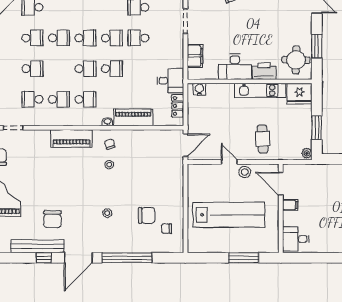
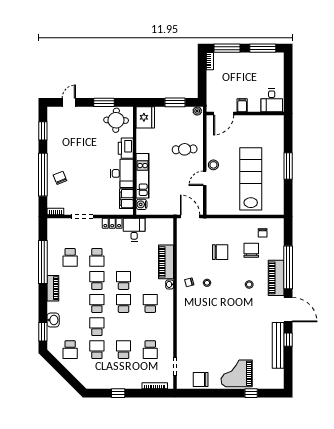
filing cabinet: (195, 56) -> (126, 199), moved, turned -90
kitchen unit: (260, 90) -> (143, 176), moved
school desk: (59, 99) -> (150, 327), removed
locker: (178, 106) -> (112, 223), moved
piano: (71, 138) -> (276, 278), moved, turned 180
door: (281, 184) -> (224, 113), moved
filing cabinet: (290, 205) -> (242, 105), moved
wall: (281, 208) -> (245, 113), moved
chair: (52, 219) -> (220, 252), moved
desk: (296, 239) -> (272, 100), moved

